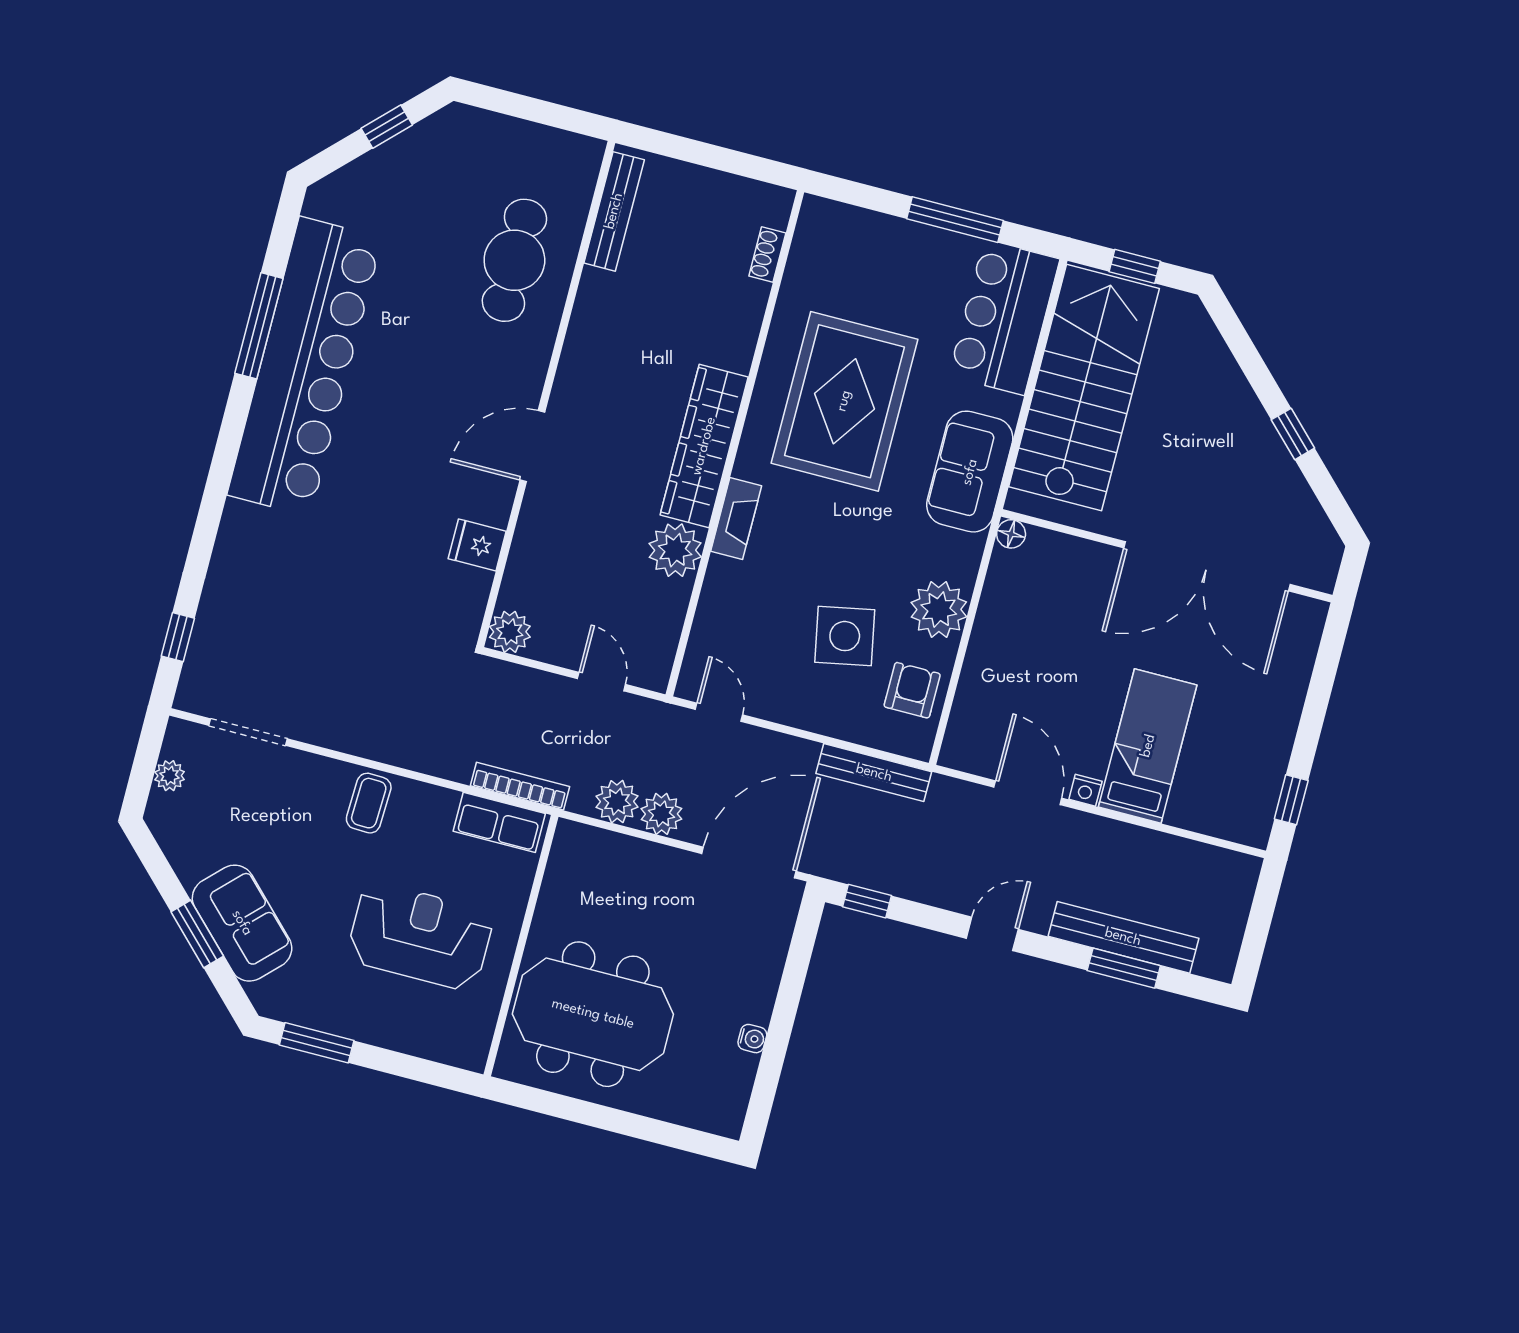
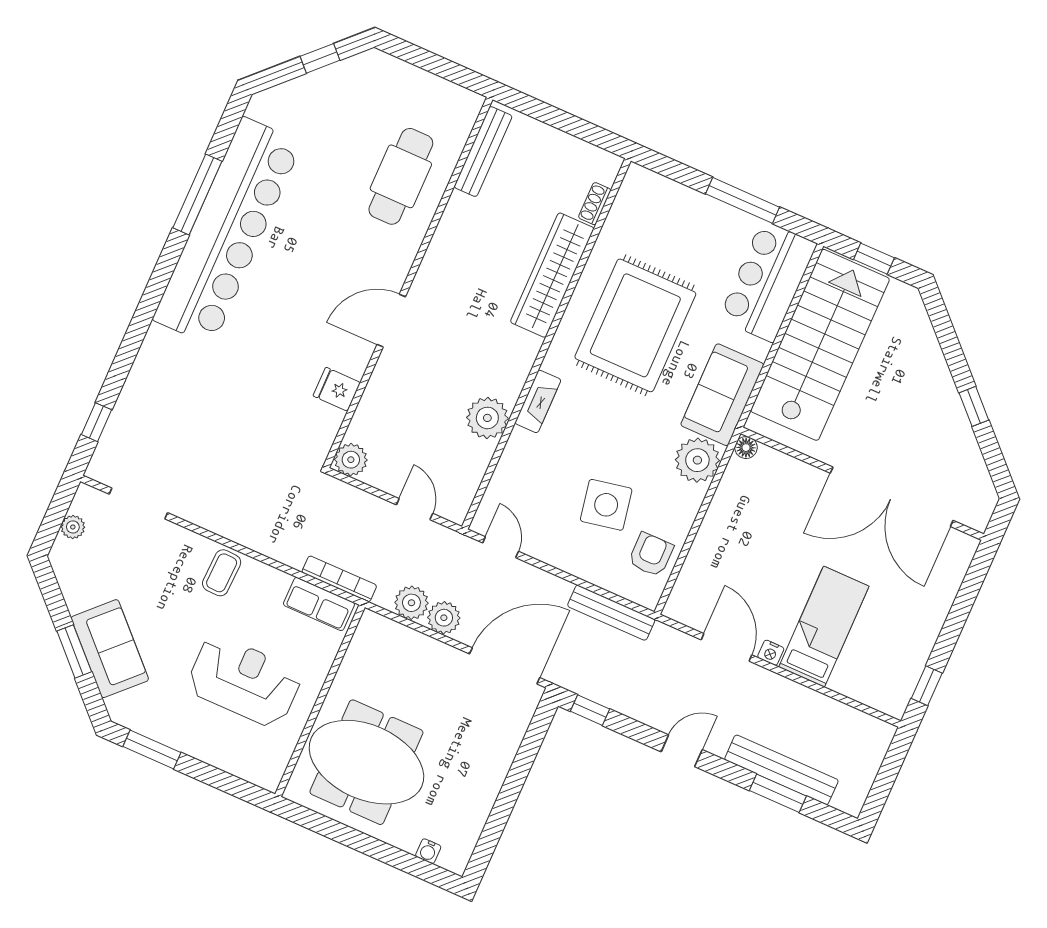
wardrobe: (704, 446) -> (552, 275), moved
plant: (939, 610) -> (697, 460), moved
water cooler: (752, 1039) -> (428, 851), moved, turned 90

